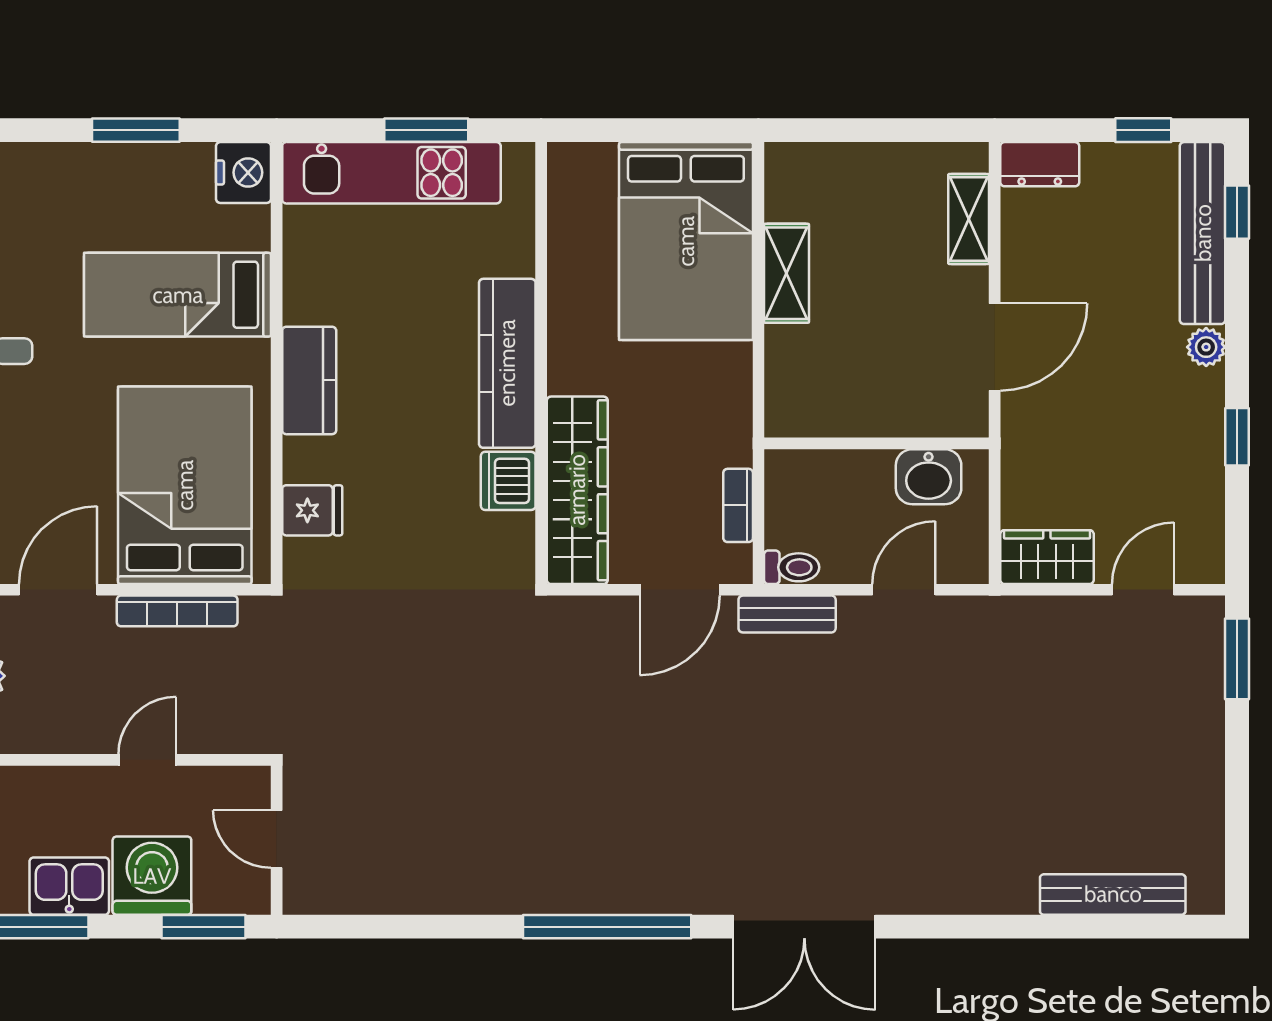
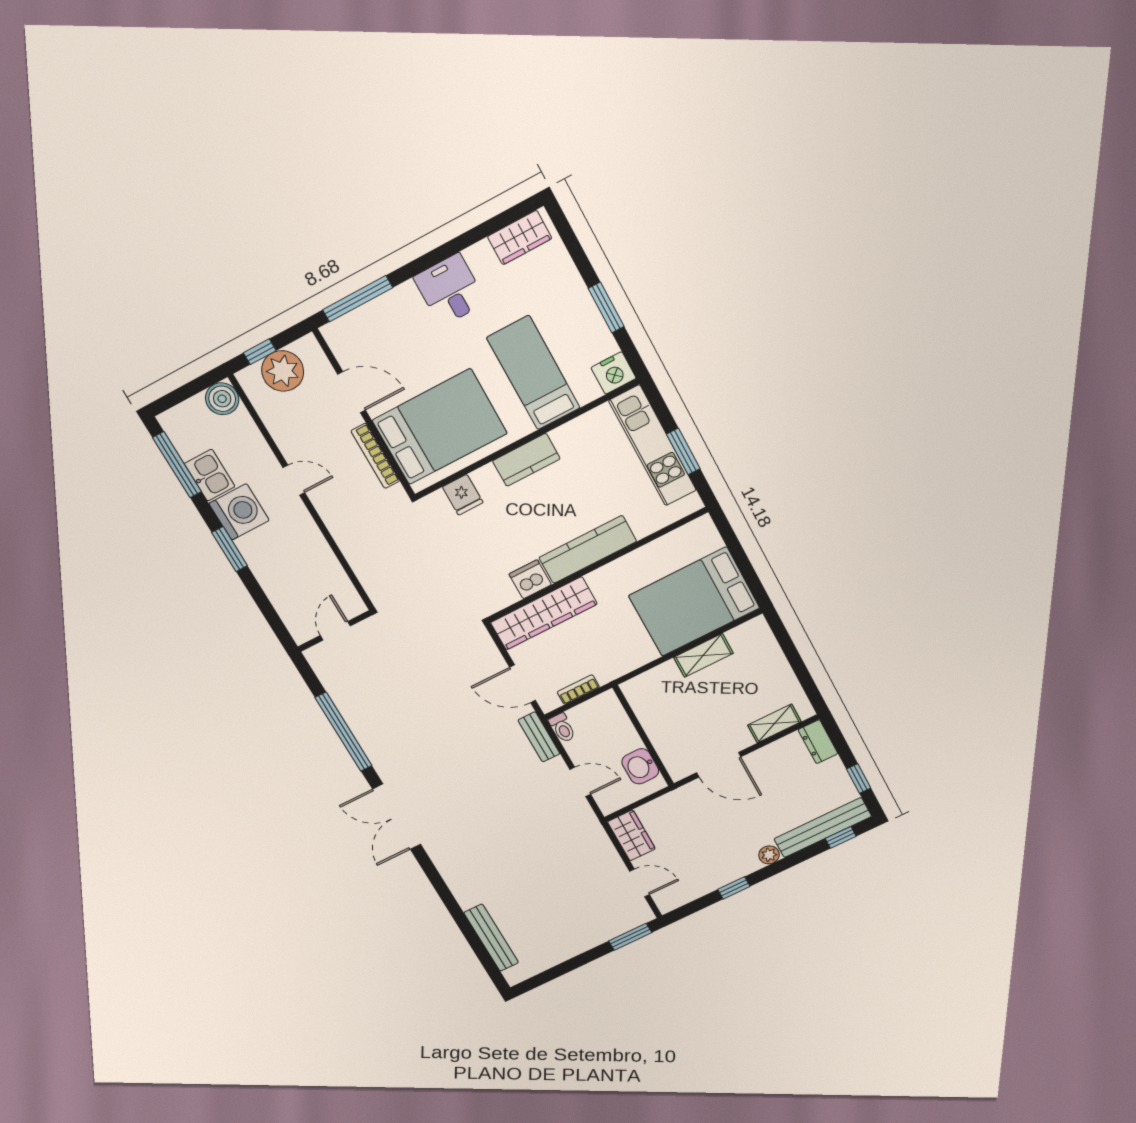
door: (277, 839) -> (335, 631), moved
wall: (277, 840) -> (335, 631), moved

